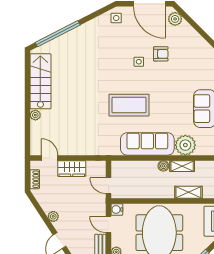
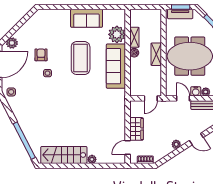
coffee table: (129, 105) -> (81, 58), moved
shelving: (188, 192) -> (156, 54), moved
water cooler: (117, 209) -> (196, 91), moved
door: (109, 225) -> (183, 98), swing flipped

